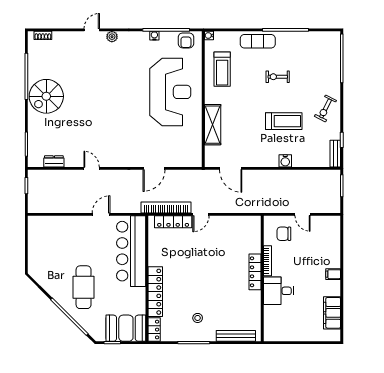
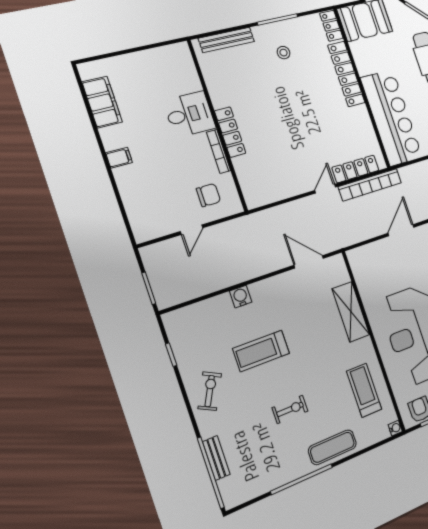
bench: (335, 154) -> (216, 458), moved
door: (303, 214) -> (192, 230), swing flipped

